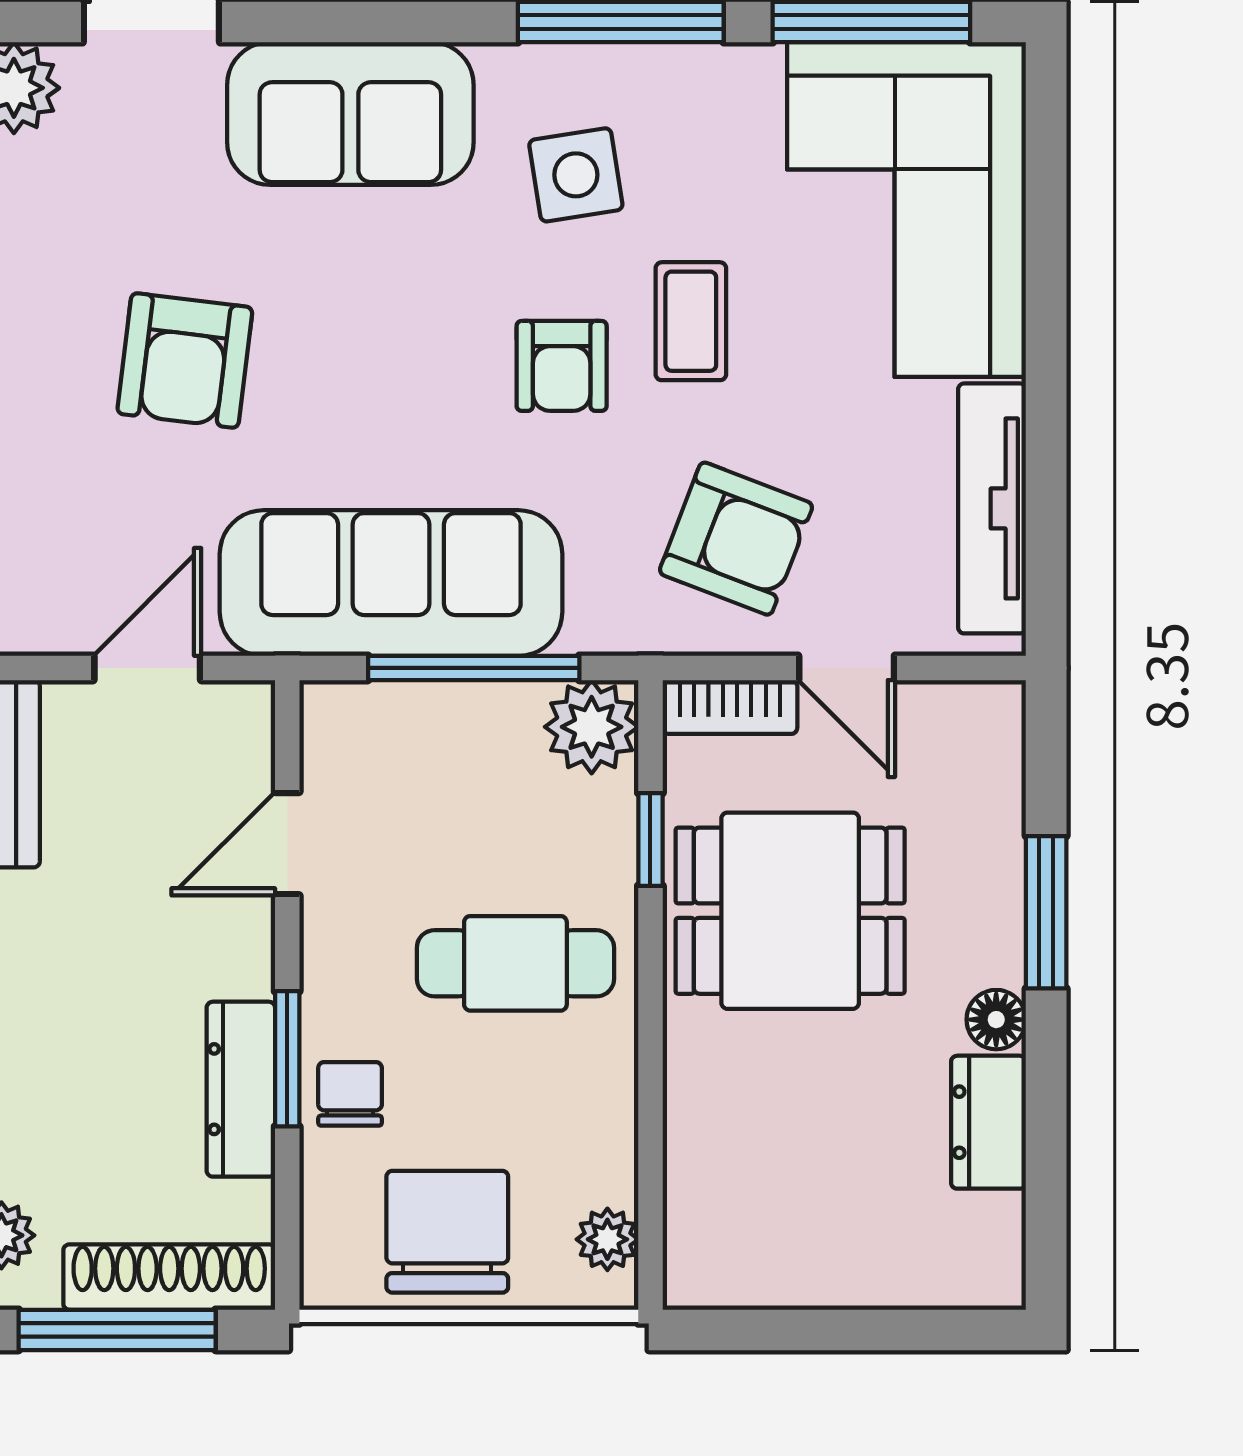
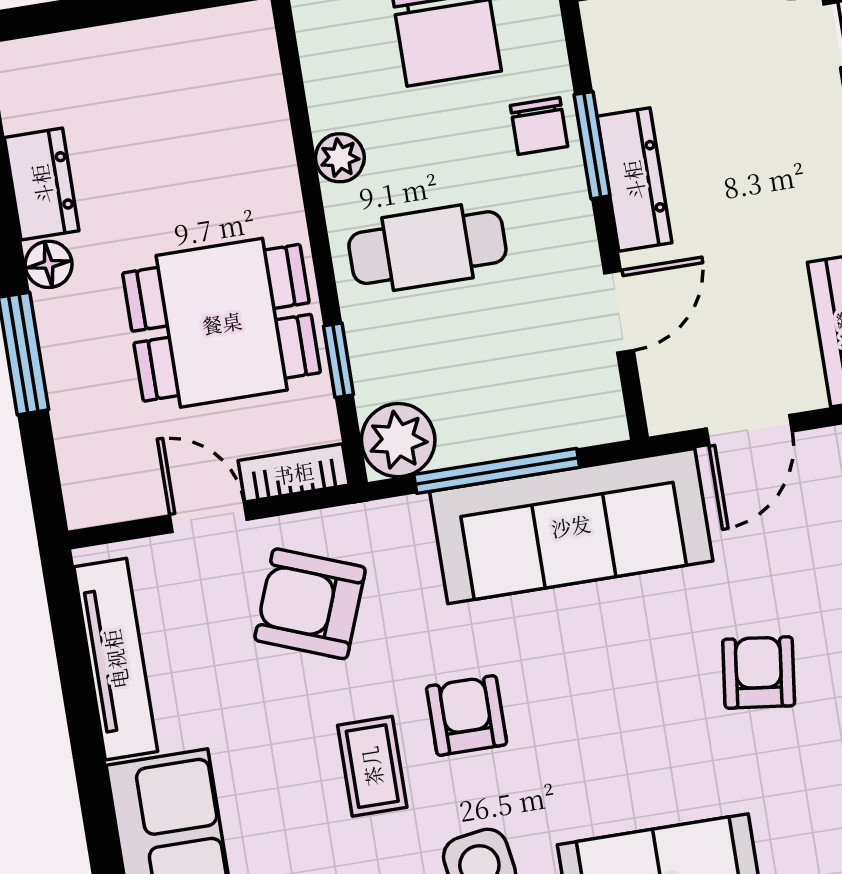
armchair: (185, 360) -> (759, 672), width x0.72, depth x0.72
dresser: (241, 1089) -> (634, 180), moved
plant: (607, 1239) -> (340, 158), moved

